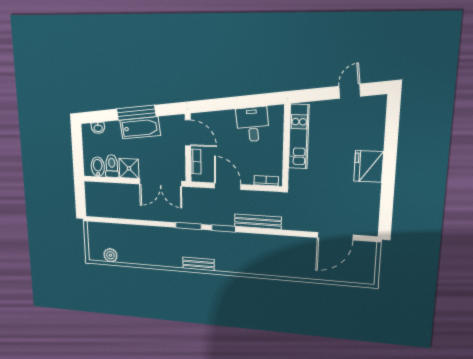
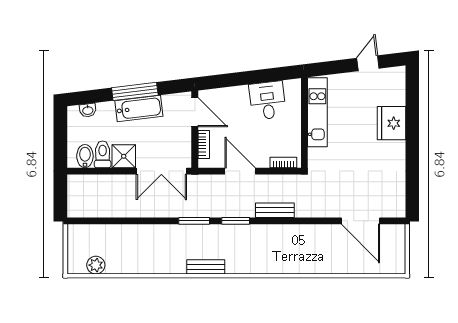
fridge: (369, 166) -> (391, 123), moved
bench: (258, 222) -> (275, 210), width x0.73
door: (335, 236) -> (361, 221), hinge flipped

